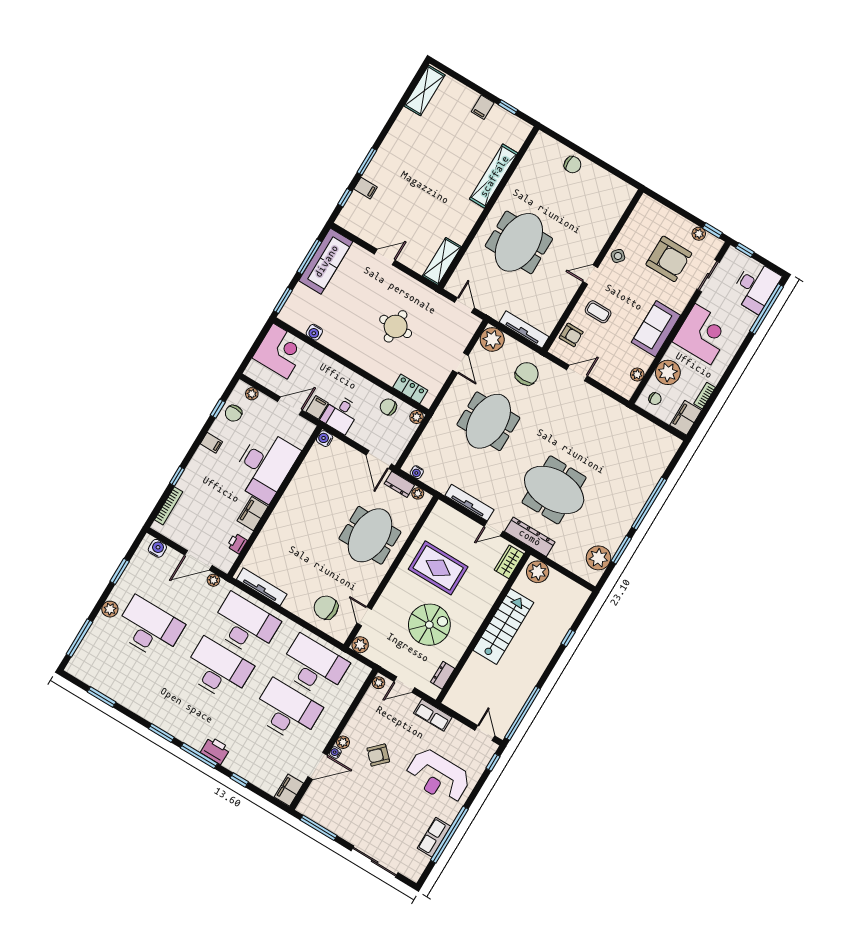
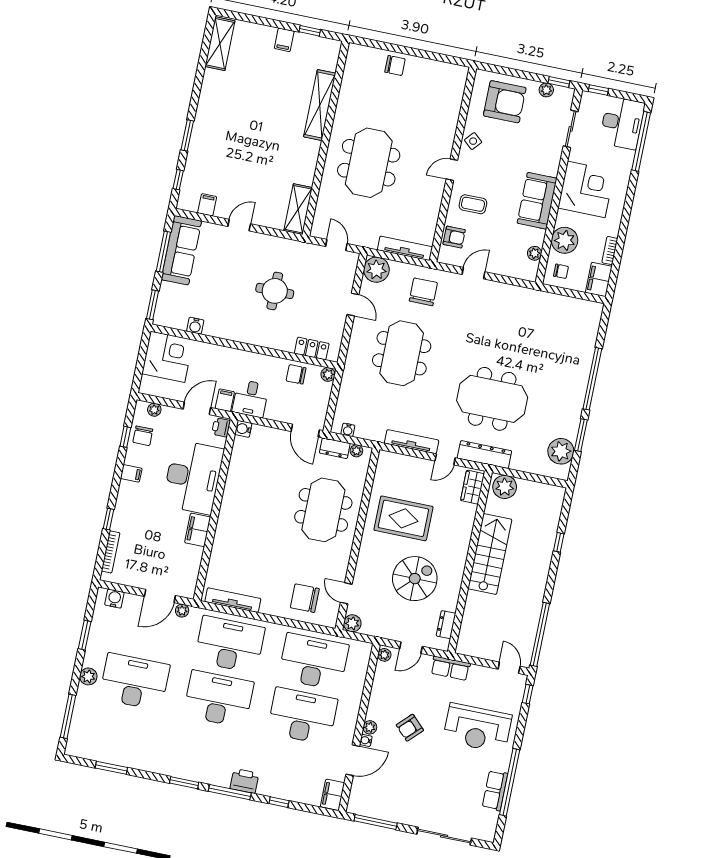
filing cabinet: (366, 188) -> (207, 205), moved, turned -90
armchair: (669, 259) -> (505, 102), moved
printer: (237, 543) -> (221, 427), moved

